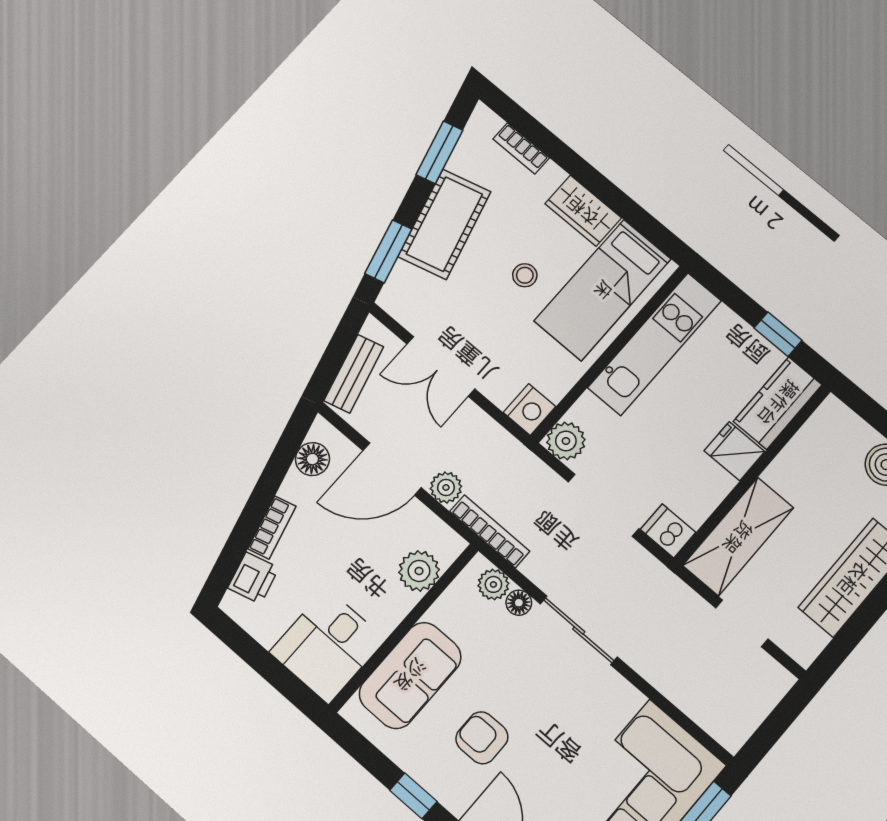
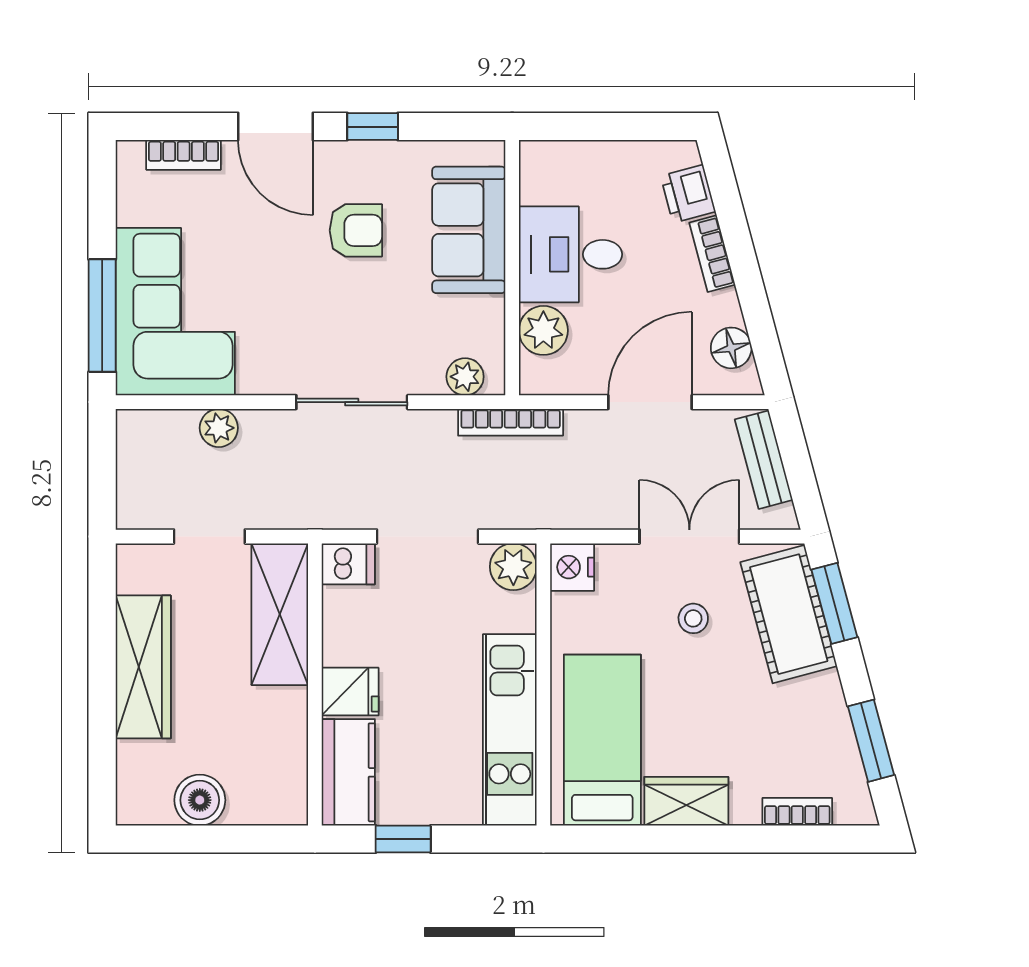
cot: (444, 224) -> (789, 614), moved
stool: (525, 275) -> (693, 618), moved
plant: (446, 487) -> (219, 428), moved
floor lamp: (519, 603) -> (428, 380), removed
desk: (327, 646) -> (570, 254), moved, turned -90

